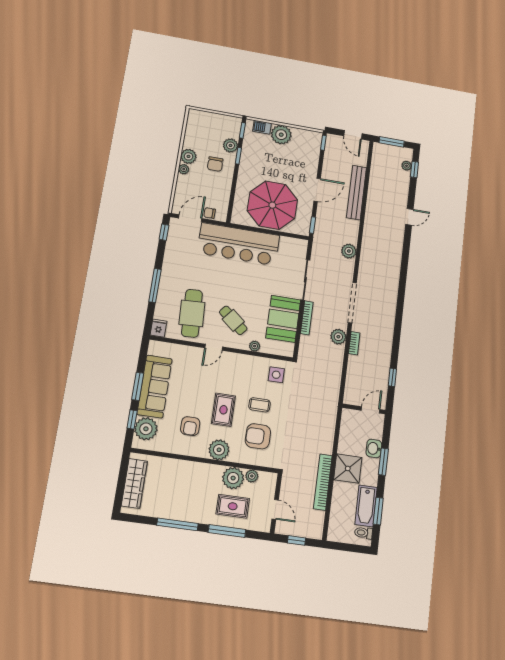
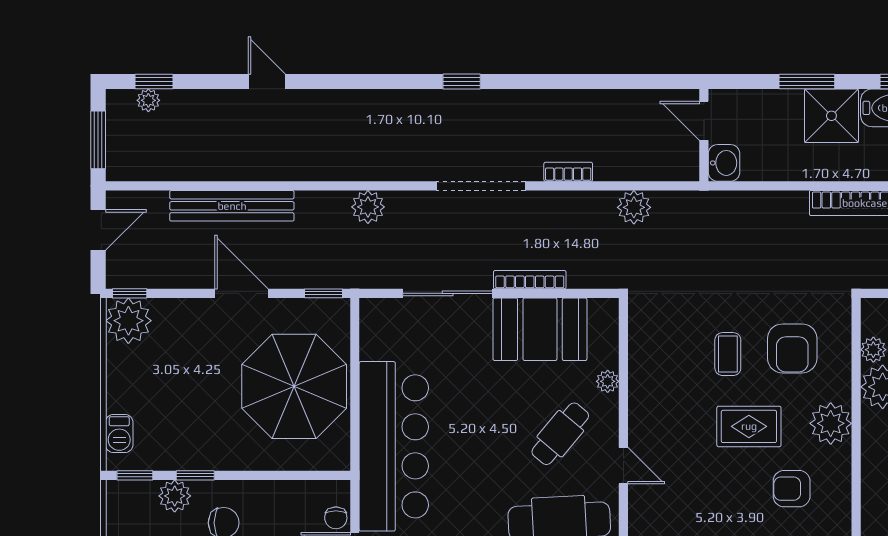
plant: (281, 135) -> (128, 321), moved
plant: (338, 337) -> (634, 207), moved
side table: (276, 375) -> (660, 328), removed
window: (392, 377) -> (462, 81), moved
armchair: (190, 426) -> (792, 489), turned 180
washbasin: (374, 448) -> (724, 163), moved, turned -90
shower: (348, 468) -> (831, 116), moved

